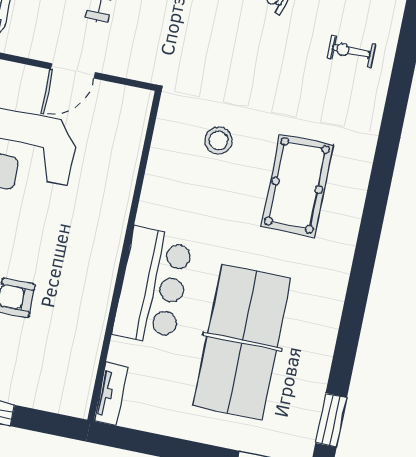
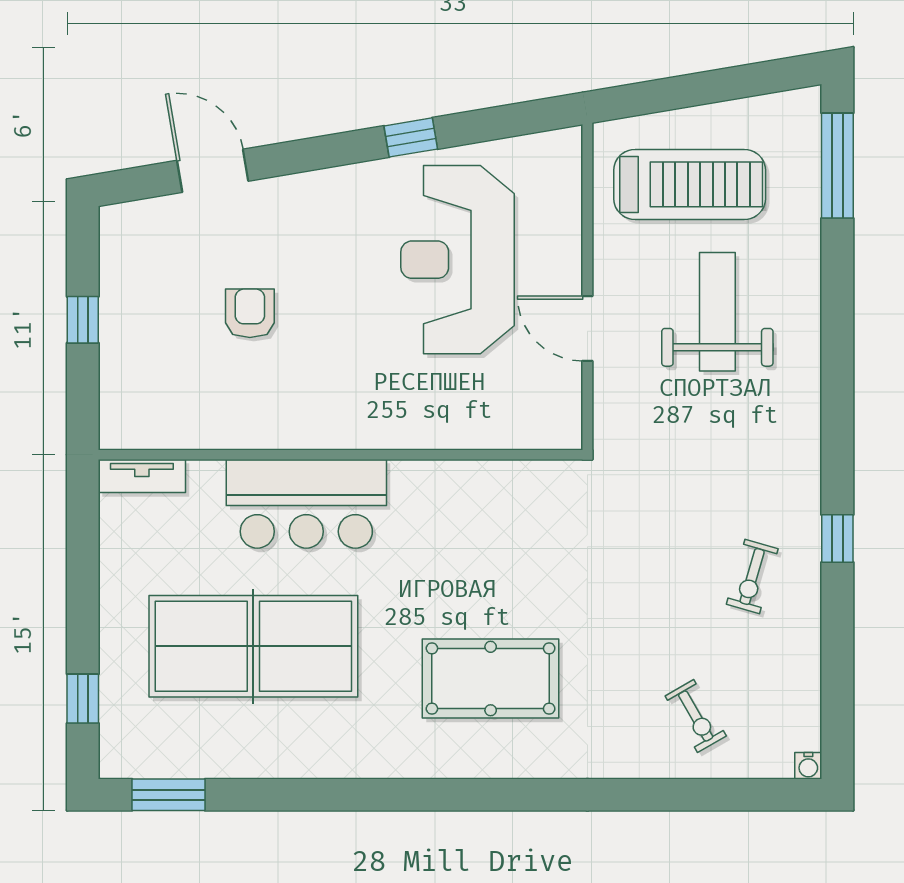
exercise bike: (351, 51) -> (696, 716), turned 150
stool: (218, 140) -> (531, 554), removed

